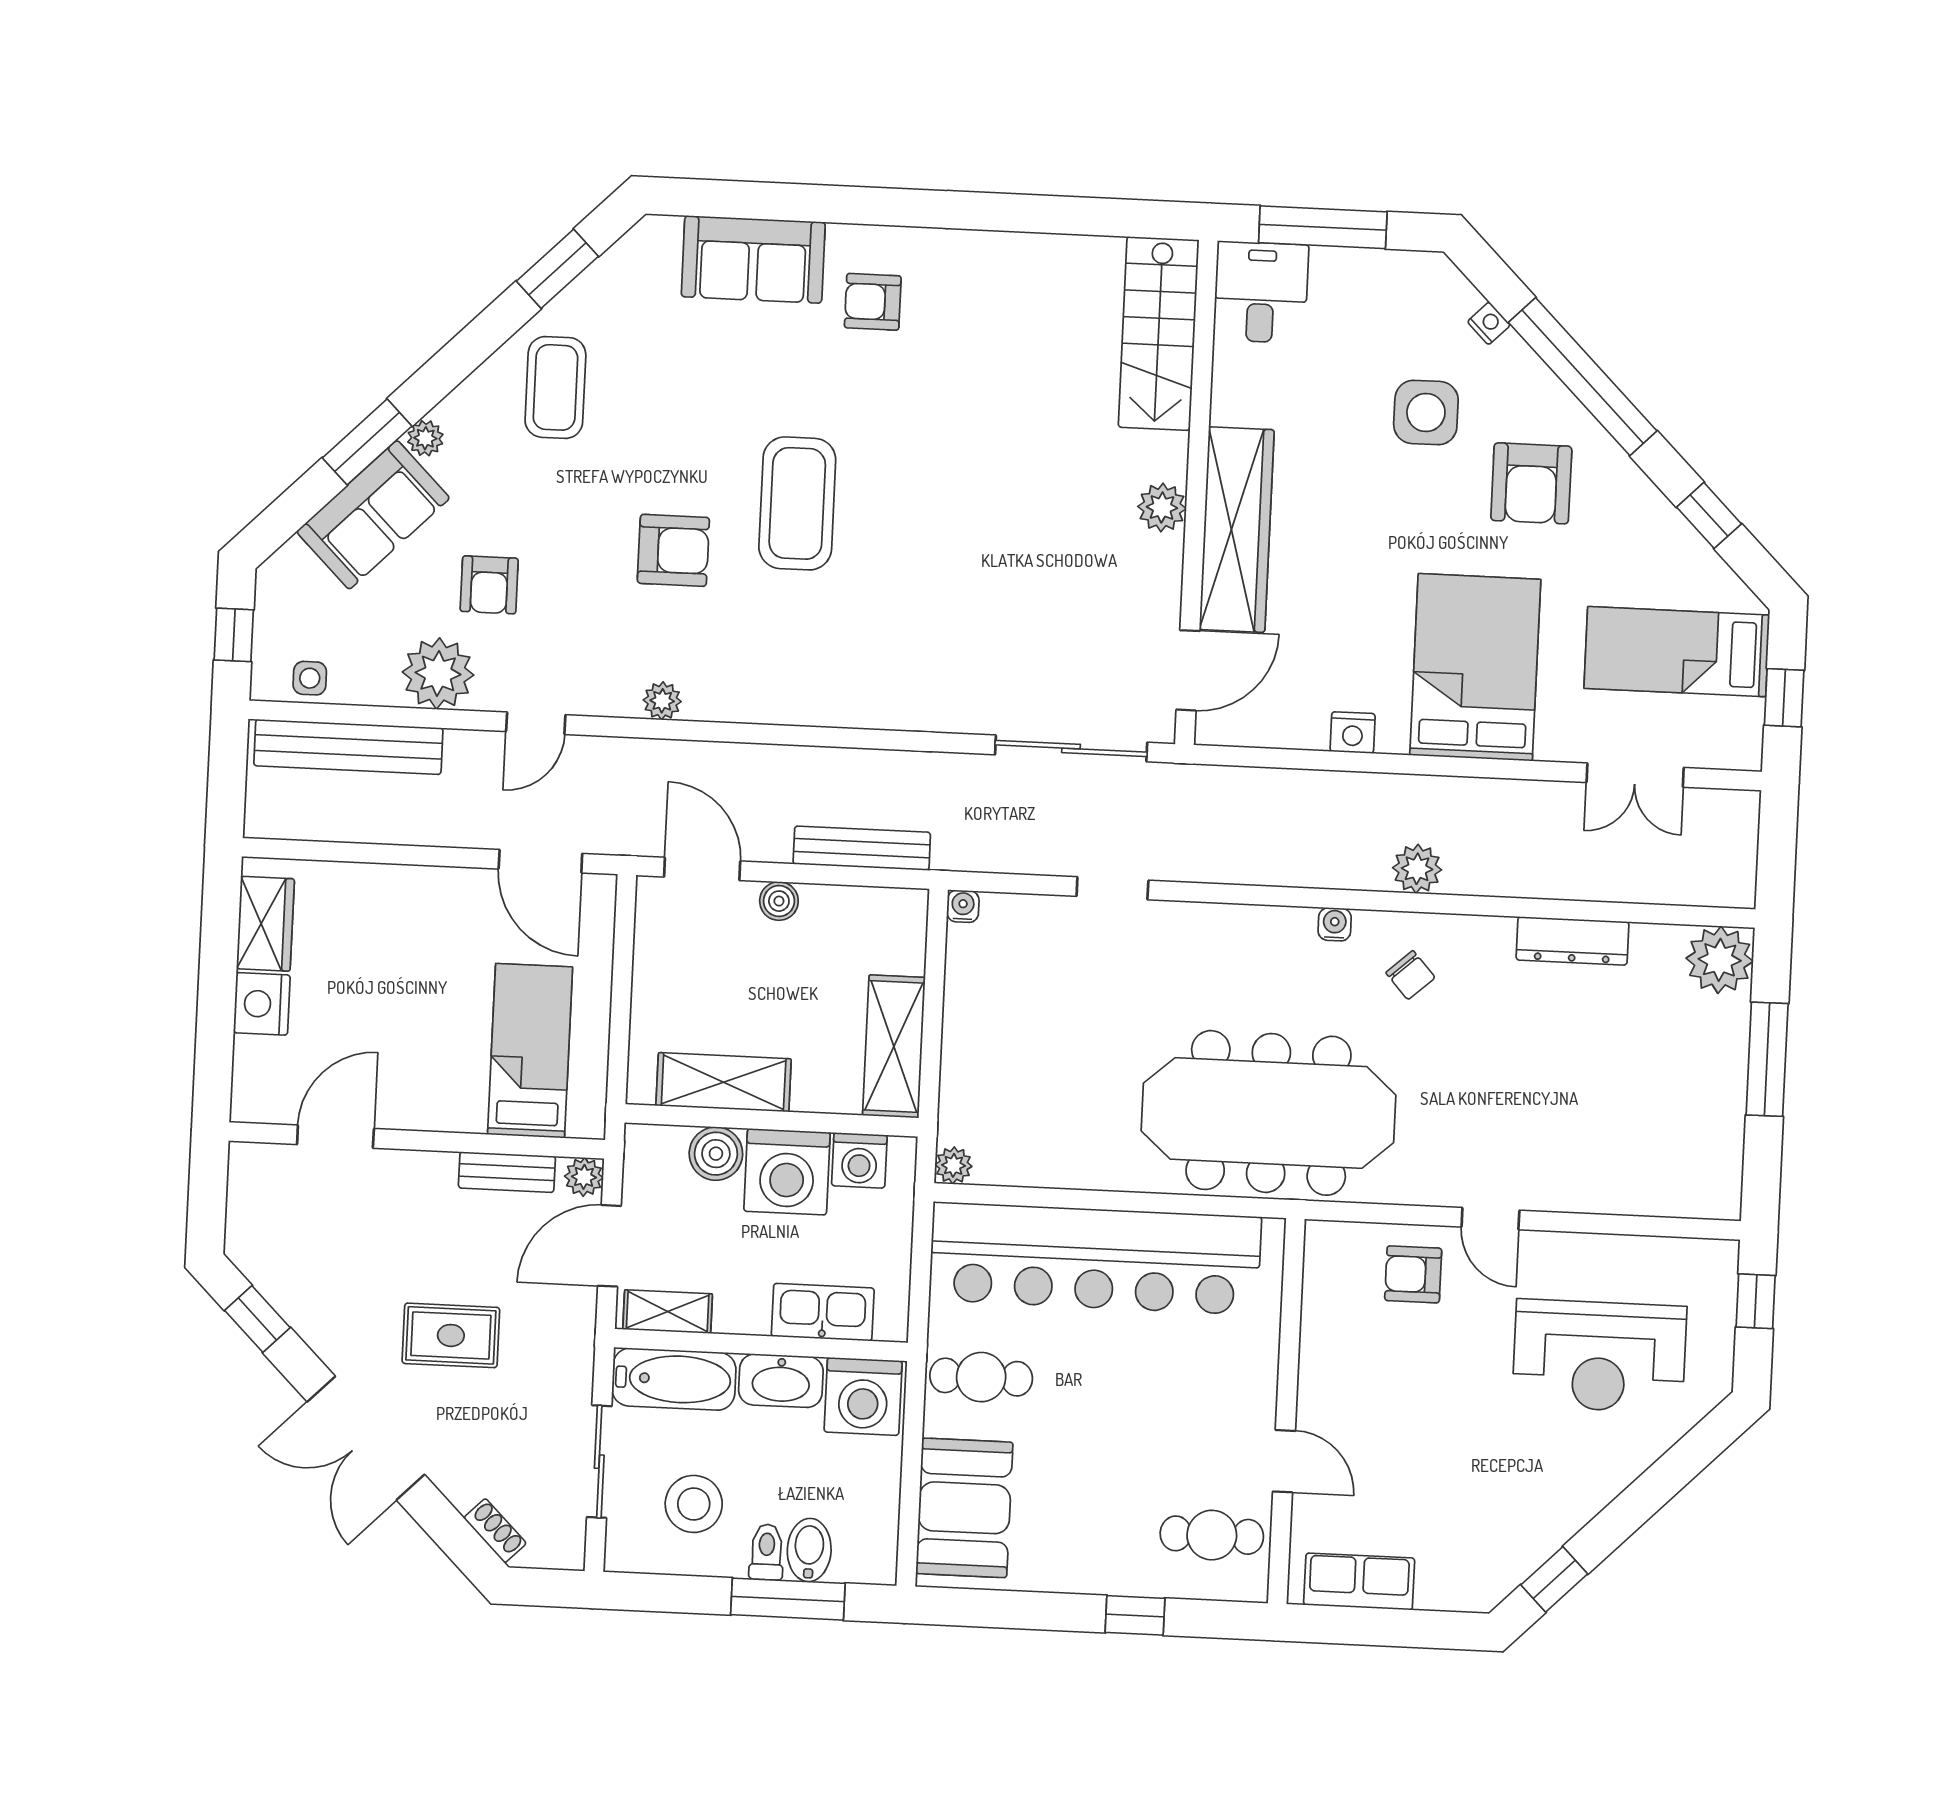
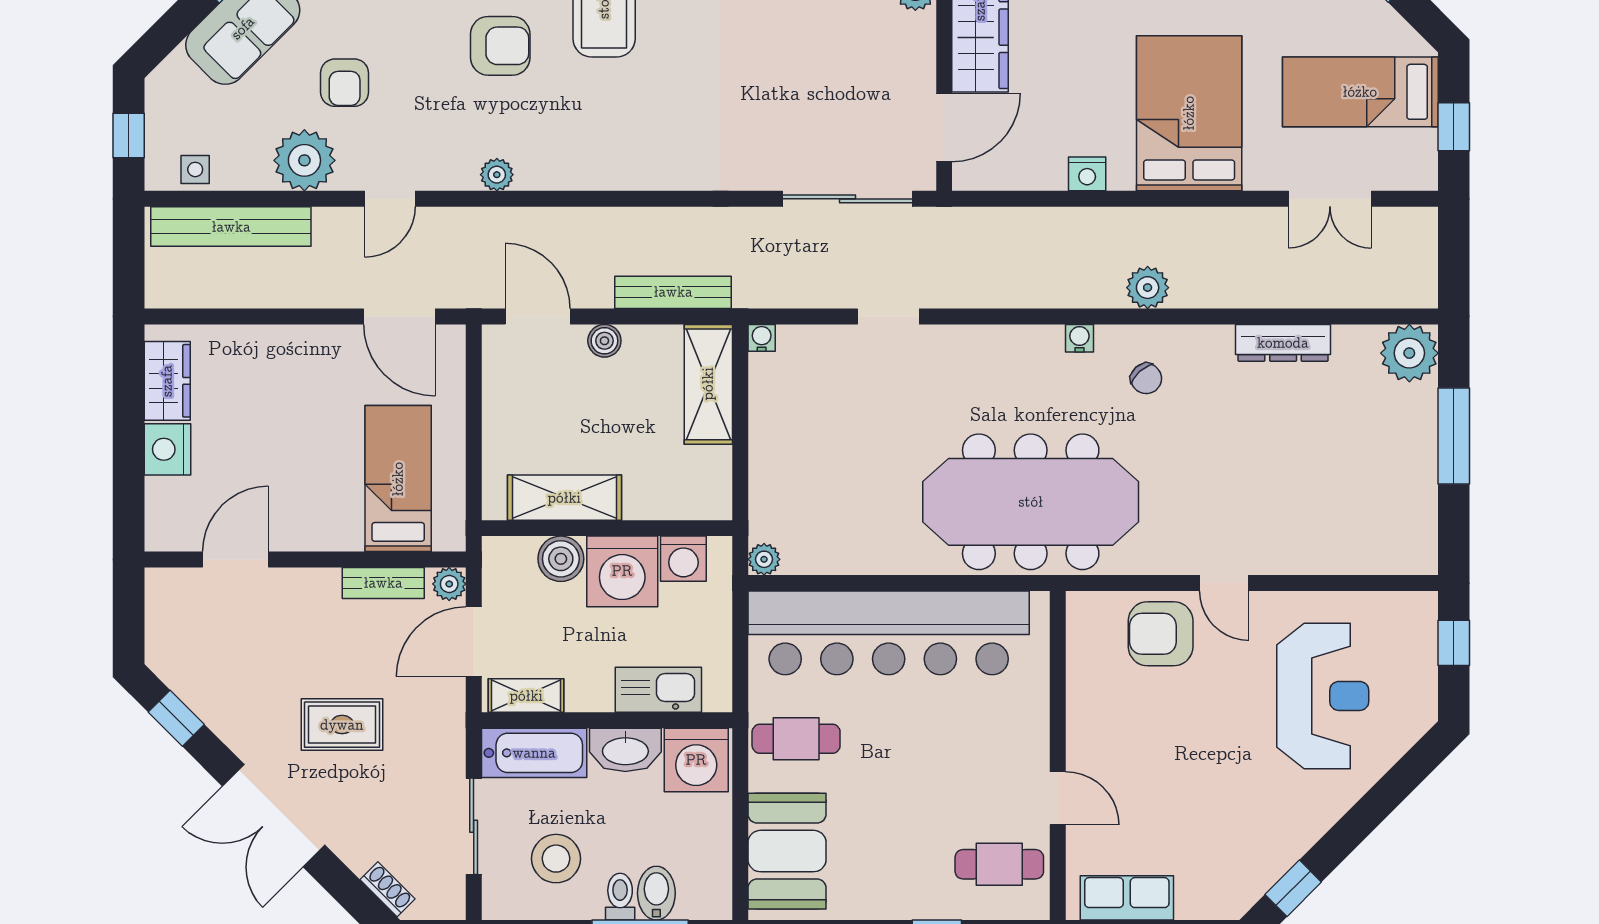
shelving: (894, 1046) -> (708, 384), moved
armchair: (1413, 1274) -> (1161, 634), width x1.38, depth x1.38
reception desk: (1599, 1356) -> (1323, 696), turned -90

